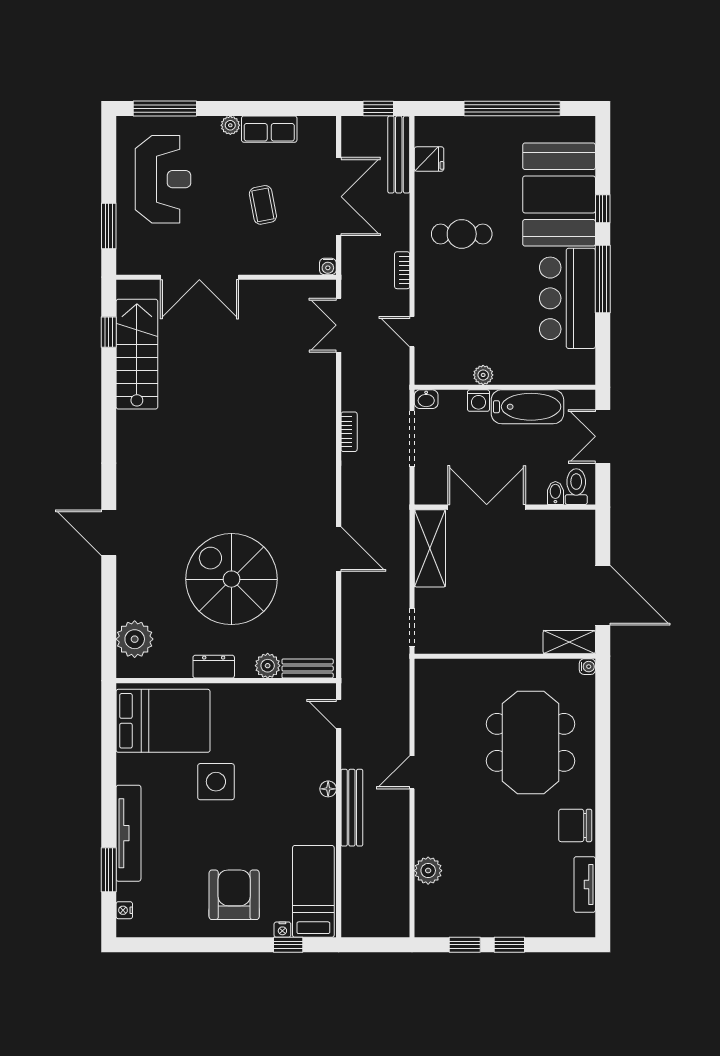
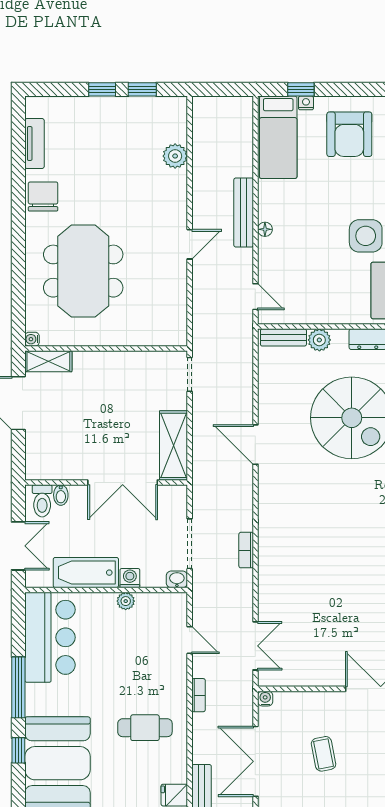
bar counter: (567, 298) -> (50, 637), moved
chair: (575, 825) -> (43, 197), turned -90

